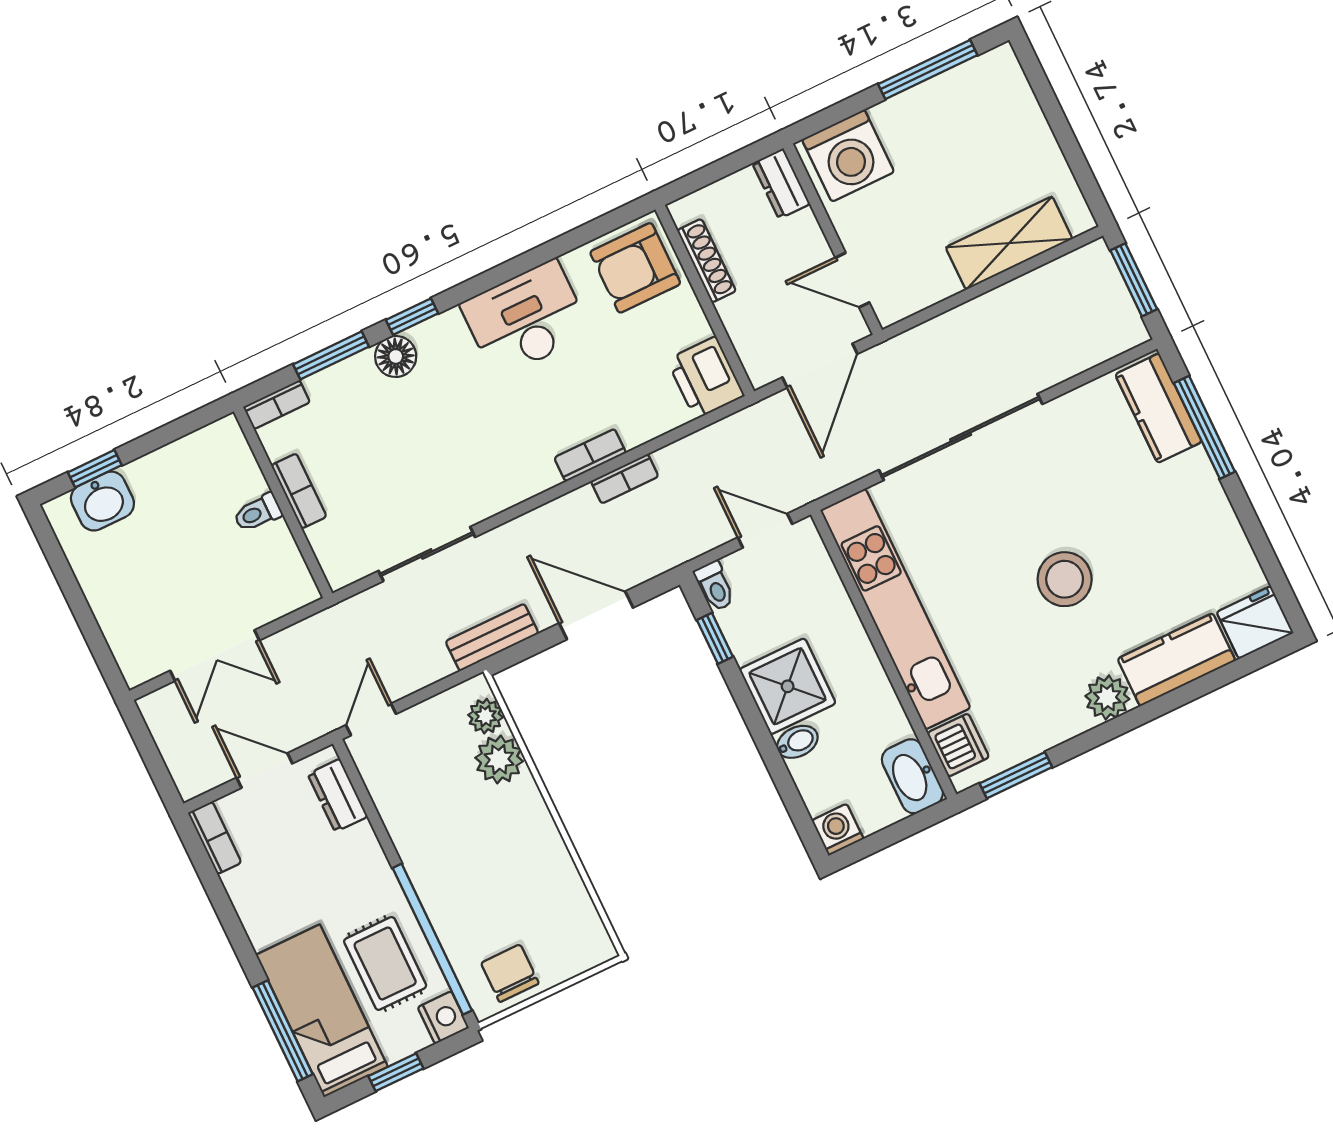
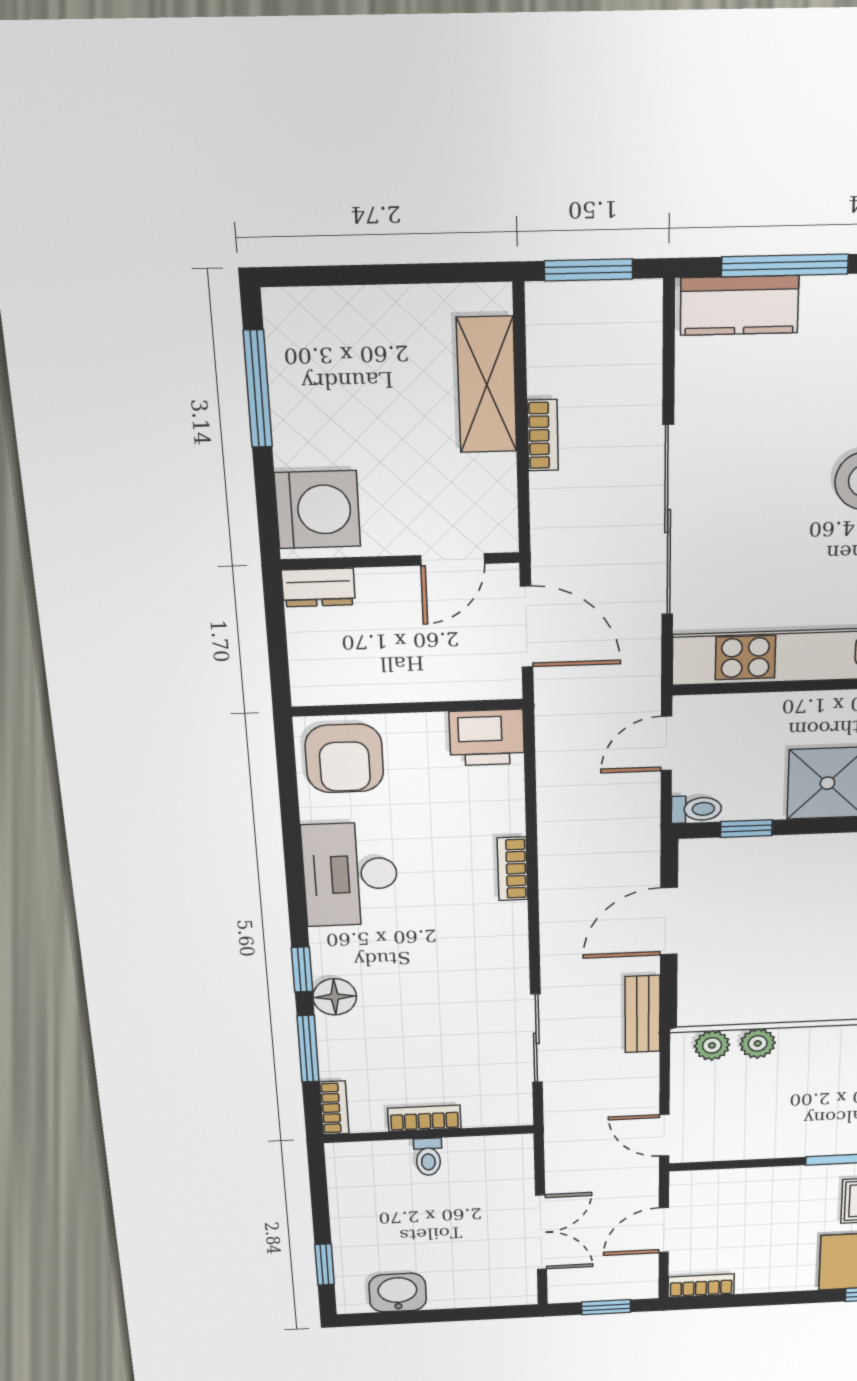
shoe rack: (707, 261) -> (367, 690), removed
bookcase: (625, 479) -> (543, 435), moved
washbasin: (102, 501) -> (398, 1293), moved, turned -90
window: (152, 758) -> (606, 1307), added
plant: (499, 759) -> (758, 1043), width x0.73, depth x0.73
dresser: (338, 795) -> (717, 1184), removed

